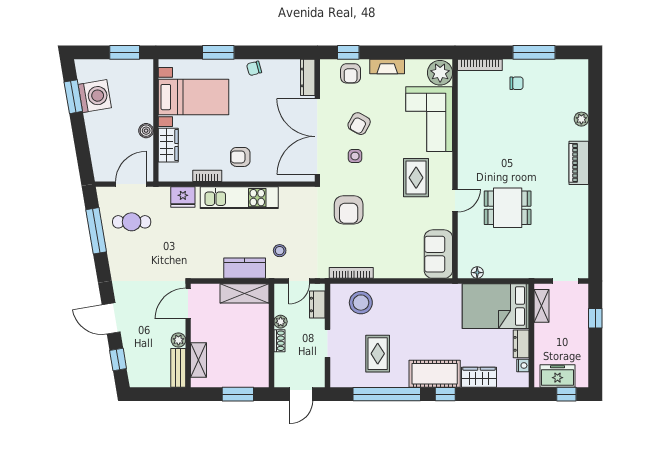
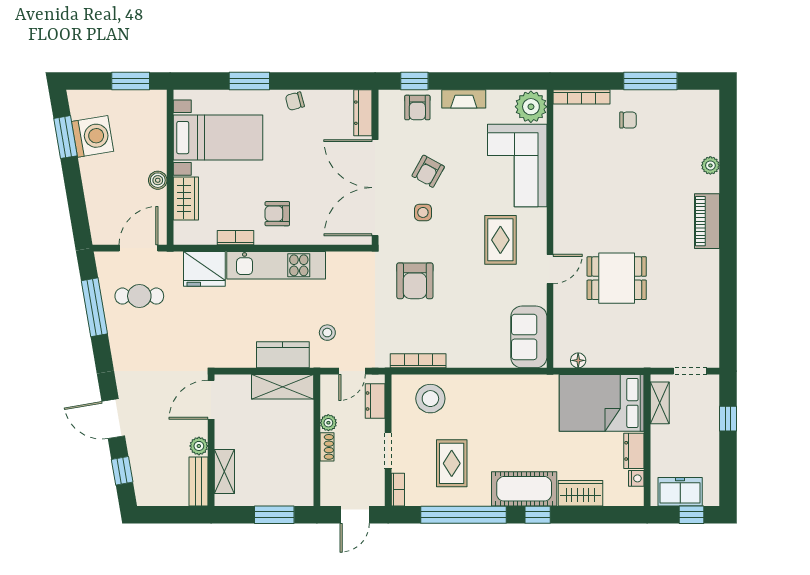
fridge: (183, 197) -> (204, 269), width x1.36, depth x1.34
bookcase: (335, 374) -> (398, 490), added

